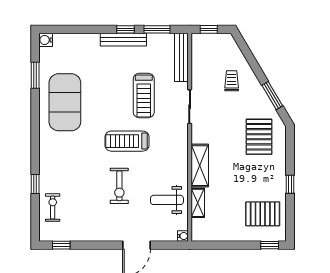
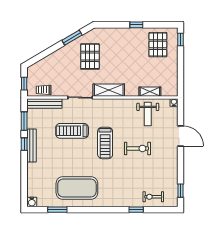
trolley: (232, 81) -> (44, 90), moved
treadmill: (144, 96) -> (72, 131), turned 180
pallet: (259, 137) -> (90, 56), moved, turned 90
shelving: (200, 166) -> (109, 90), moved

